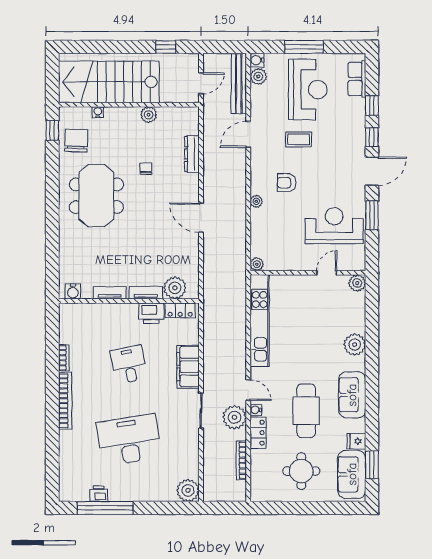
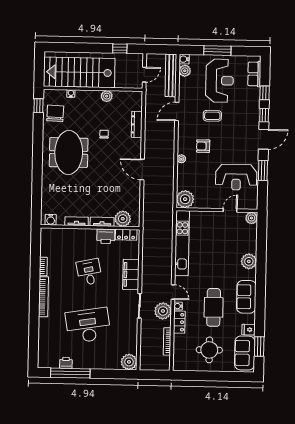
reception desk: (334, 226) -> (236, 177), turned 180
plant: (257, 264) -> (185, 199), width x1.88, depth x1.88

